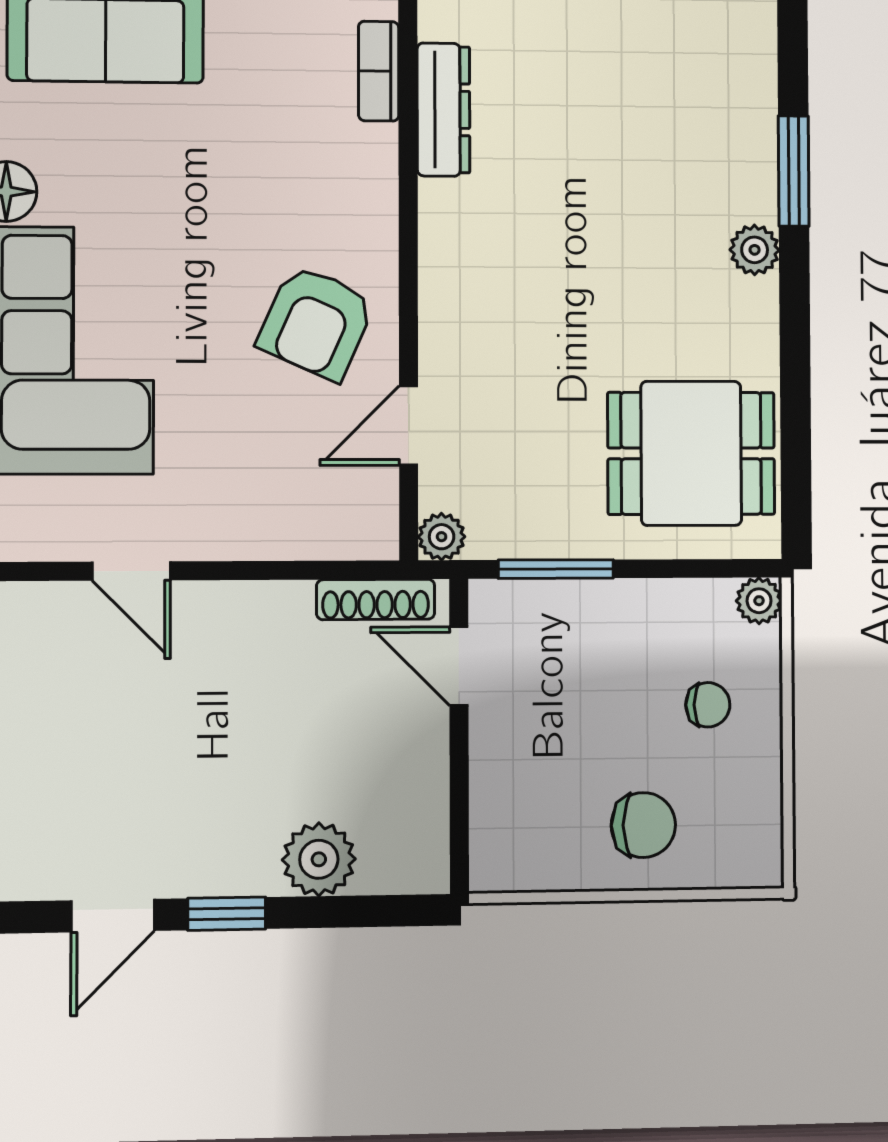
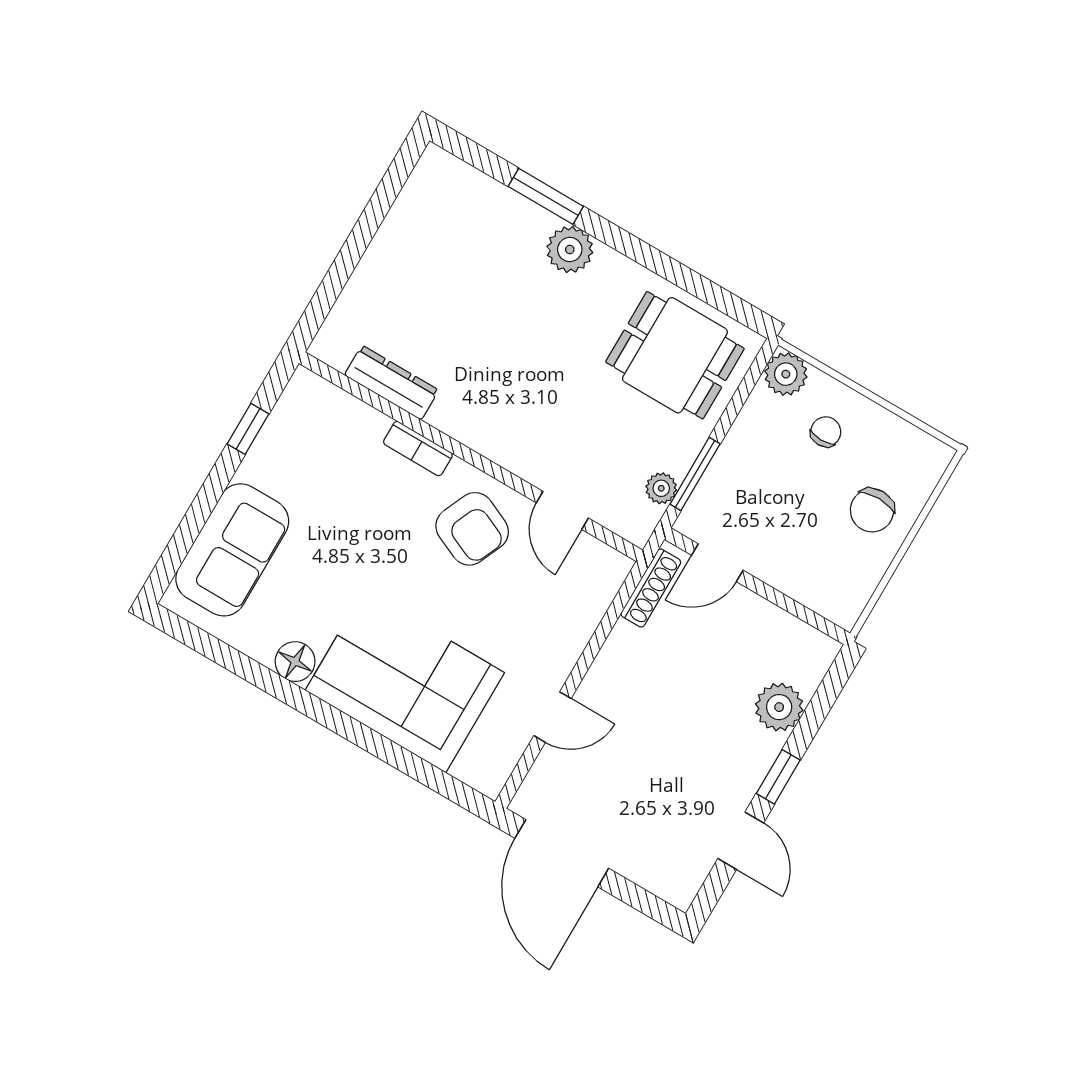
bookcase: (379, 71) -> (418, 449), moved
plant: (755, 250) -> (570, 250), width x1.38, depth x1.38
dining table: (691, 453) -> (675, 355), turned 90
plant: (442, 537) -> (661, 488), moved
plant: (759, 601) -> (786, 374), width x1.38, depth x1.38
chair: (643, 825) -> (872, 510), turned 180

